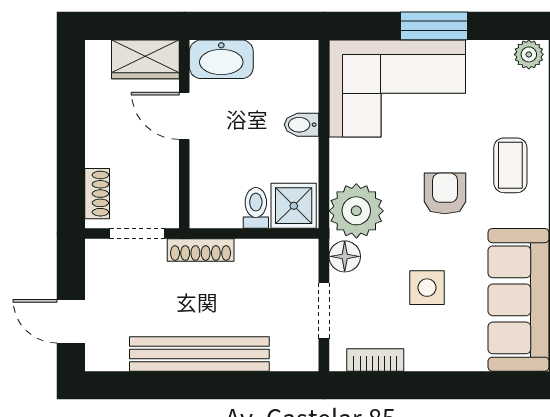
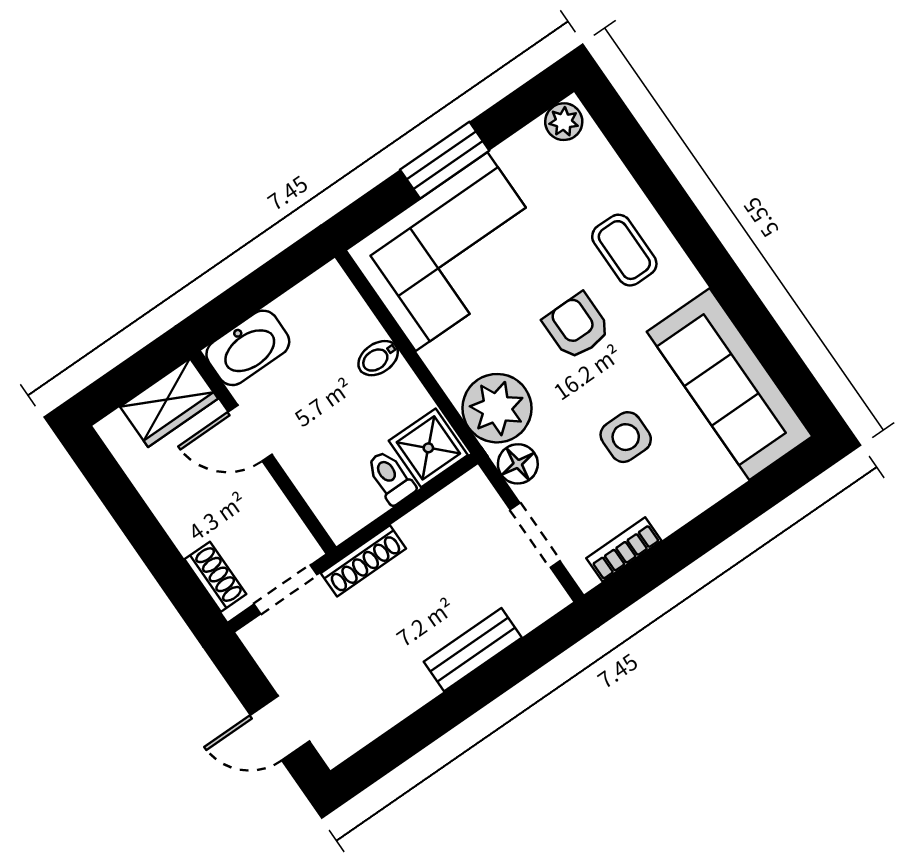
bench: (199, 354) -> (473, 650), width x0.54, depth x0.82

